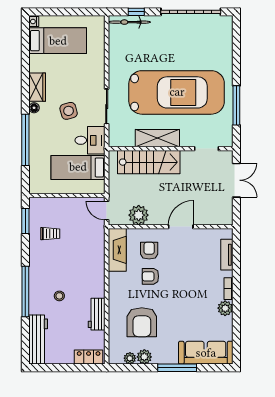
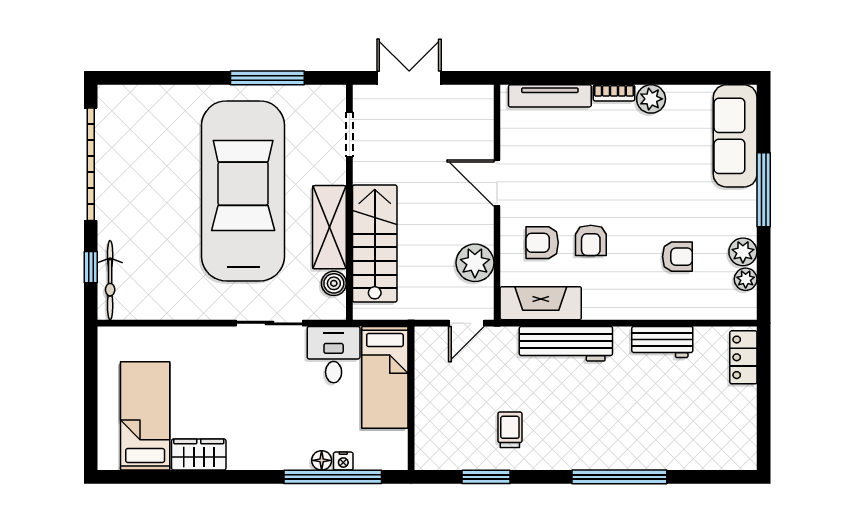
nightstand: (34, 21) -> (343, 461), moved
wardrobe: (37, 87) -> (199, 454), moved
floor lamp: (34, 108) -> (322, 460), moved
side table: (69, 111) -> (278, 395), removed
boiler: (128, 140) -> (334, 283), added
wall: (67, 195) -> (411, 398), moved
tv unit: (227, 255) -> (550, 96), width x1.41
stool: (59, 296) -> (628, 413), removed
armchair: (142, 322) -> (677, 257), width x0.53, depth x0.53
workbench: (38, 340) -> (566, 344), moved, turned 180

